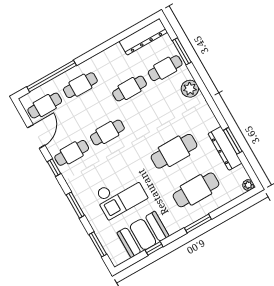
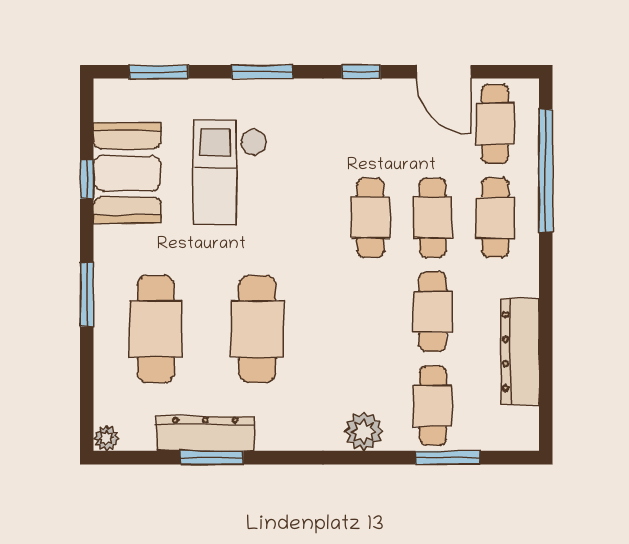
dresser: (143, 37) -> (520, 352), moved
cafe table: (72, 153) -> (433, 218), moved

